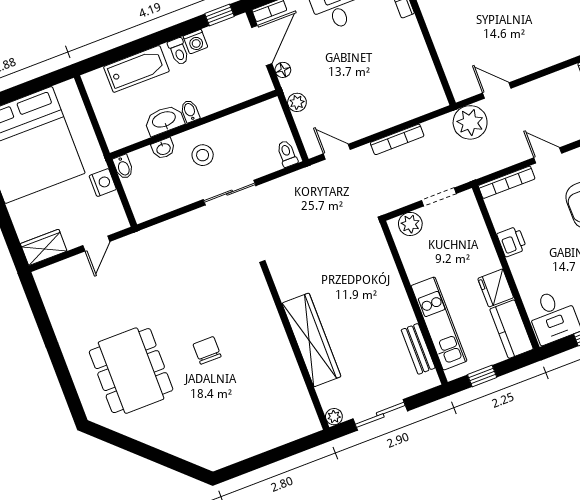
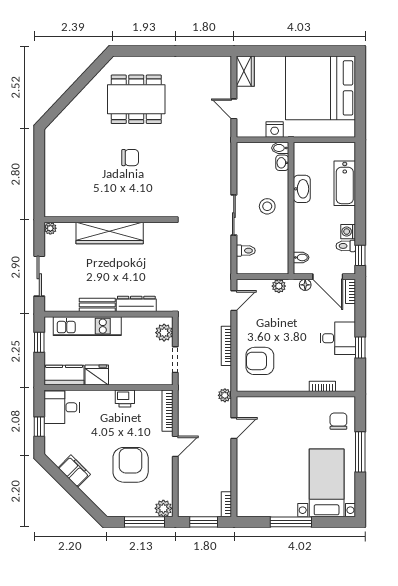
toilet: (179, 51) -> (346, 246), moved
armchair: (400, 90) -> (260, 361), added
bidet: (190, 111) -> (301, 257), moved
plant: (470, 122) -> (225, 395), width x0.53, depth x0.53
washbasin: (163, 149) -> (282, 163), moved
toilet: (287, 154) -> (246, 251), moved
dresser: (388, 273) -> (136, 304), added
bench: (418, 349) -> (97, 305), moved
sliding door: (380, 415) -> (39, 276), moved

